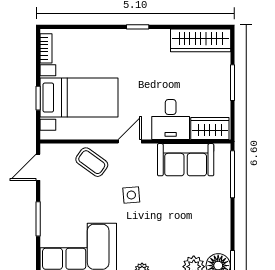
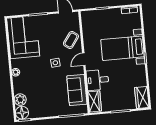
wardrobe: (201, 40) -> (142, 97), width x0.67
bed with nightstands: (79, 98) -> (123, 48), moved, turned 90
door: (130, 142) -> (84, 59), swing flipped

